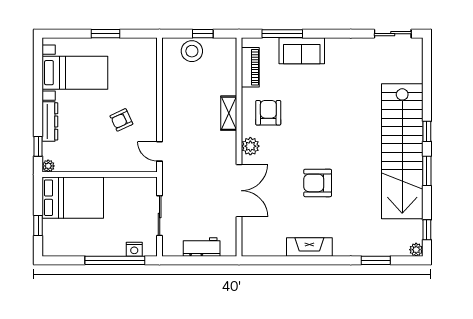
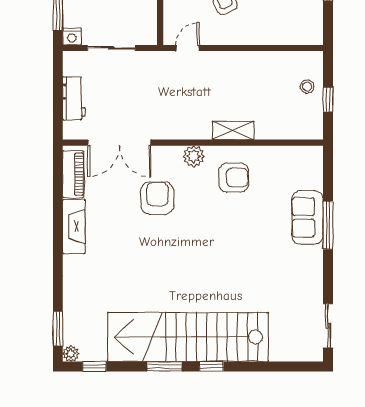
window: (282, 34) -> (328, 225), moved
stool: (192, 51) -> (307, 87), width x0.53, depth x0.53
piano: (250, 67) -> (73, 174), moved, turned -90
armchair: (318, 183) -> (157, 198), moved
double door: (239, 191) -> (119, 143), moved
nightstand: (134, 249) -> (72, 37), moved, turned -90
window: (376, 260) -> (58, 329), moved

